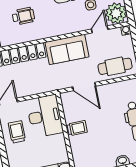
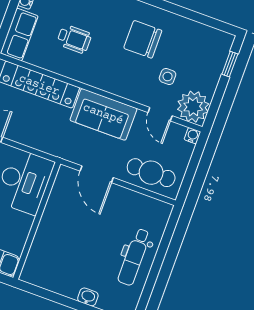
door: (100, 29) -> (160, 114), swing flipped
trolley: (77, 128) -> (56, 221), removed

